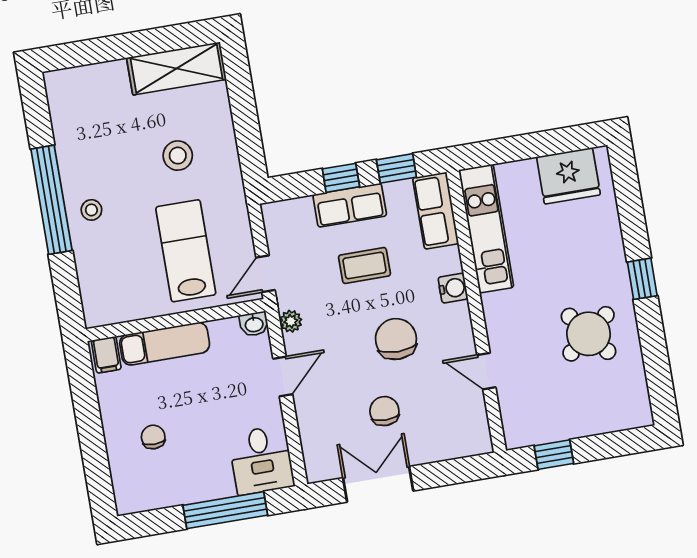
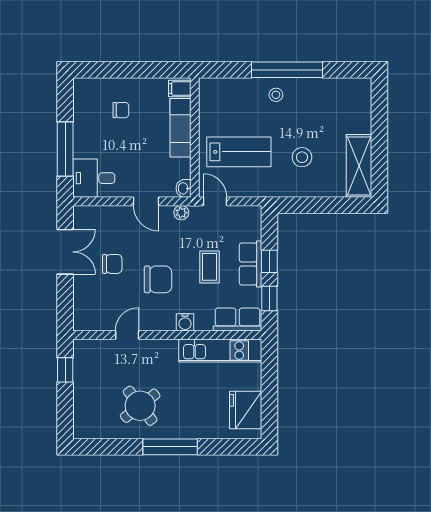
window: (642, 279) -> (170, 447), width x2.17

